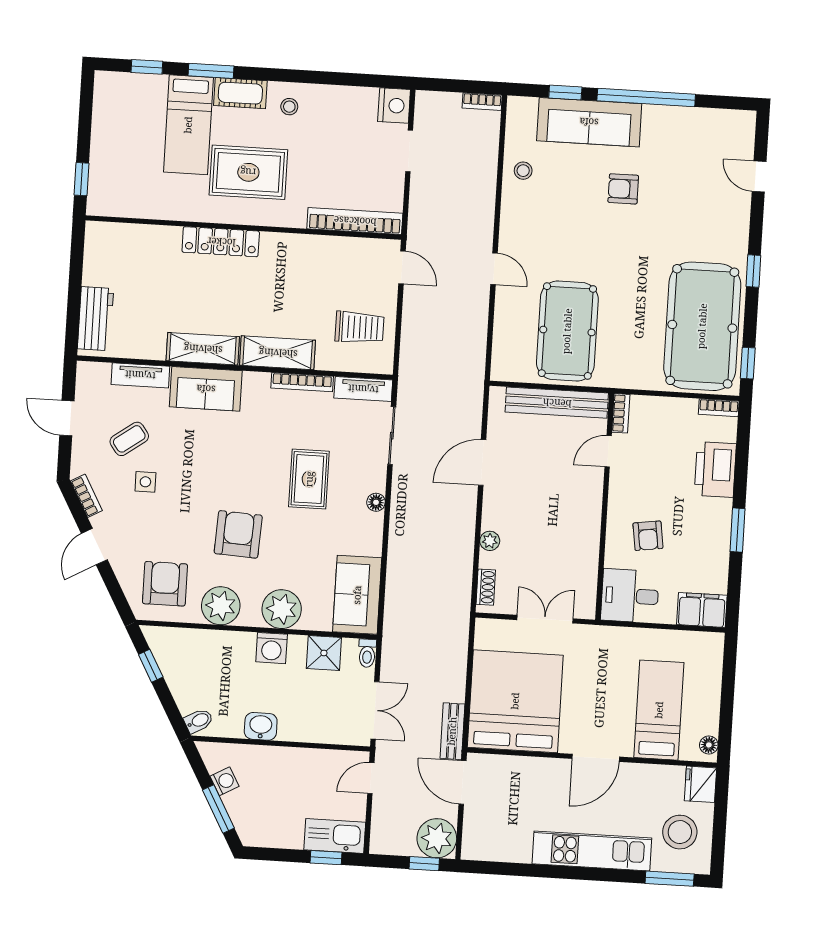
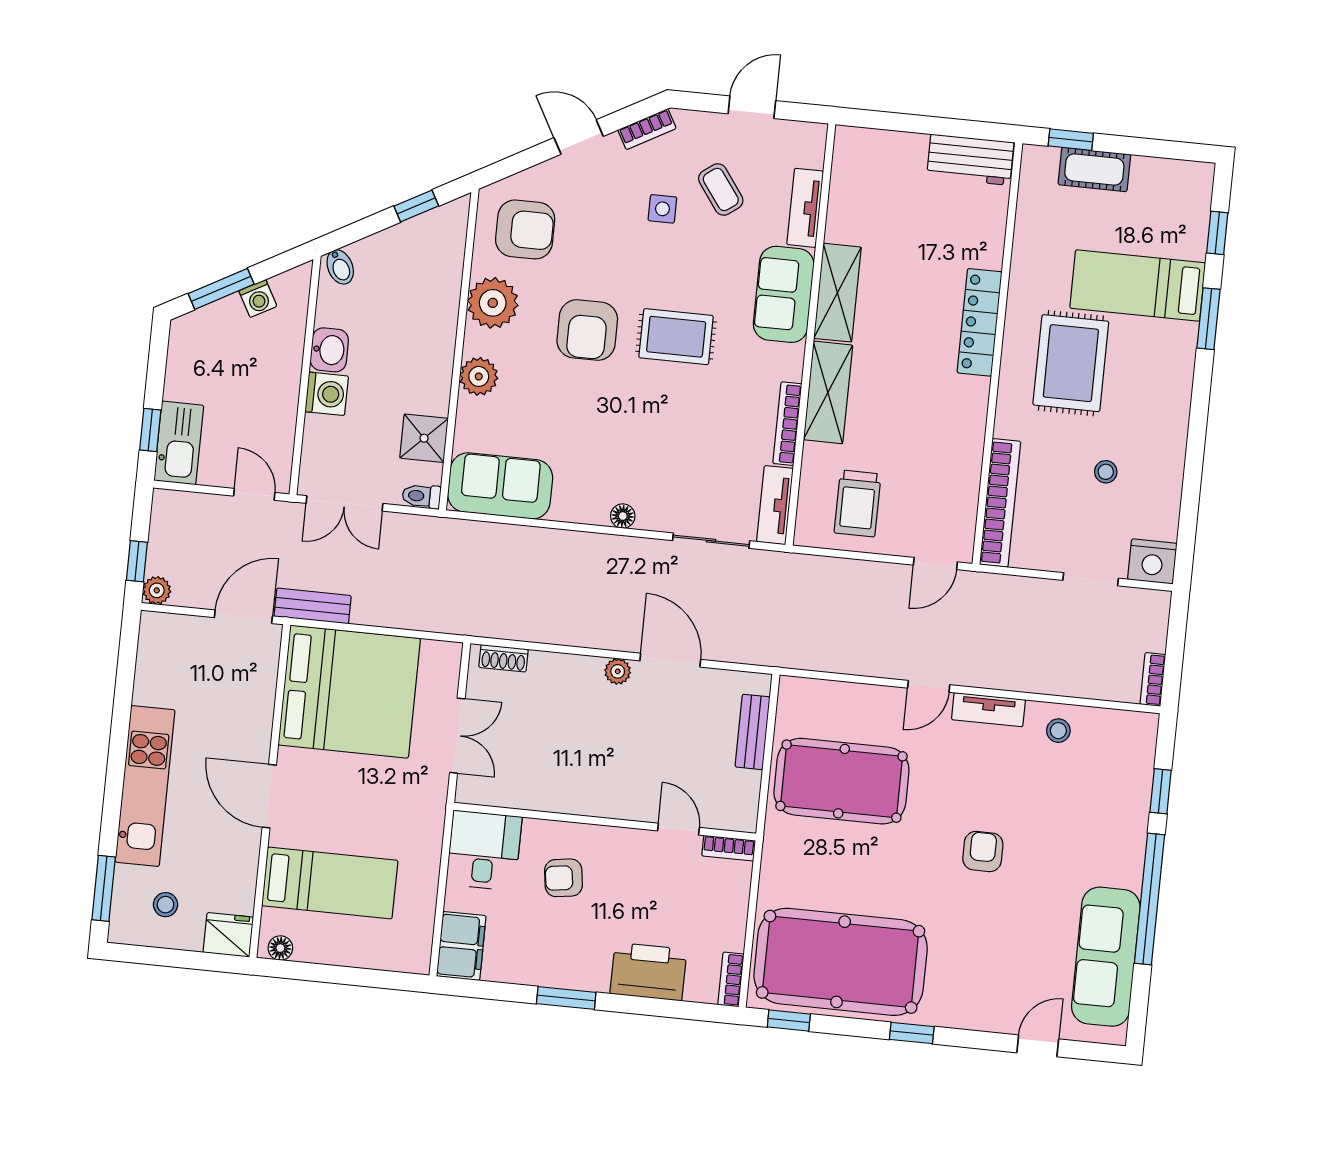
cot: (240, 93) -> (1094, 169), moved, turned 90
stool: (289, 107) -> (1106, 472), moved
sofa: (589, 122) -> (1106, 957), moved
armchair: (623, 189) -> (983, 852), moved
tv unit: (510, 223) -> (988, 710), added
workbench: (96, 319) -> (970, 160), moved
bench: (557, 403) -> (753, 732), width x0.54, depth x0.82
rug: (309, 479) -> (676, 337), moved
armchair: (238, 534) -> (587, 330), turned 87
plant: (490, 541) -> (618, 671), moved
plant: (282, 609) -> (479, 376), width x0.73, depth x0.73
washing machine: (272, 648) -> (327, 394), moved, turned 180
stool: (680, 832) -> (166, 905), width x0.53, depth x0.53
plant: (437, 838) -> (157, 590), width x0.53, depth x0.53

